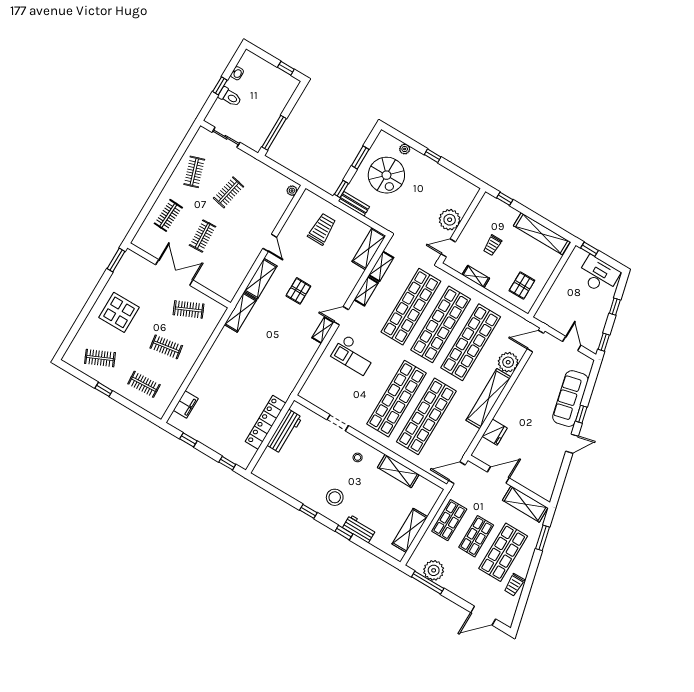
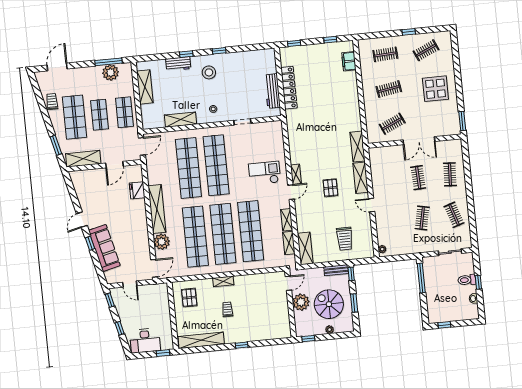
plant: (450, 220) -> (301, 302), moved
wall: (462, 226) -> (290, 304), moved
door: (448, 248) -> (288, 283), moved

